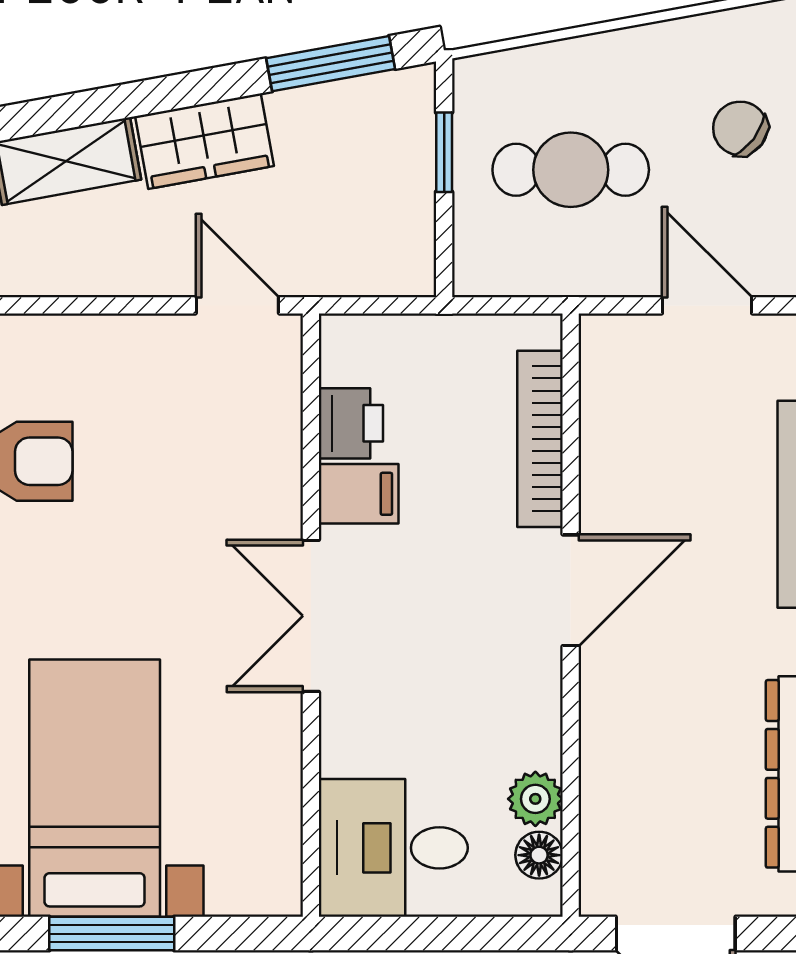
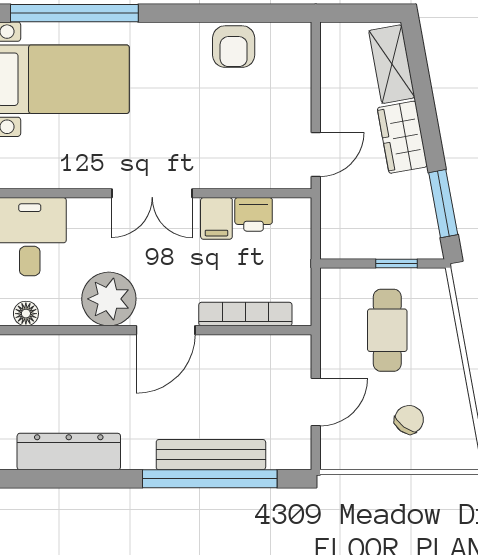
door: (571, 590) -> (166, 330), hinge flipped
double door: (311, 616) -> (152, 193), swing flipped
plant: (535, 799) -> (109, 299), moved, width x1.87, depth x1.87

